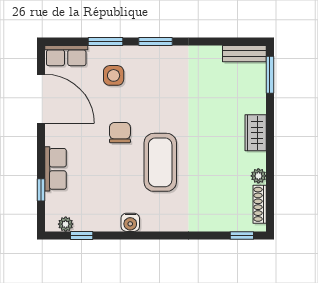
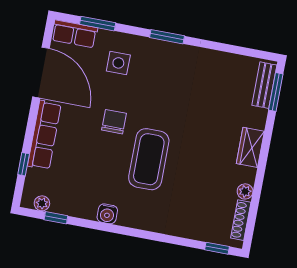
window: (106, 41) -> (98, 24), moved
bench: (244, 54) -> (264, 85), moved, turned 90
row of seats: (55, 169) -> (44, 135), width x1.48

